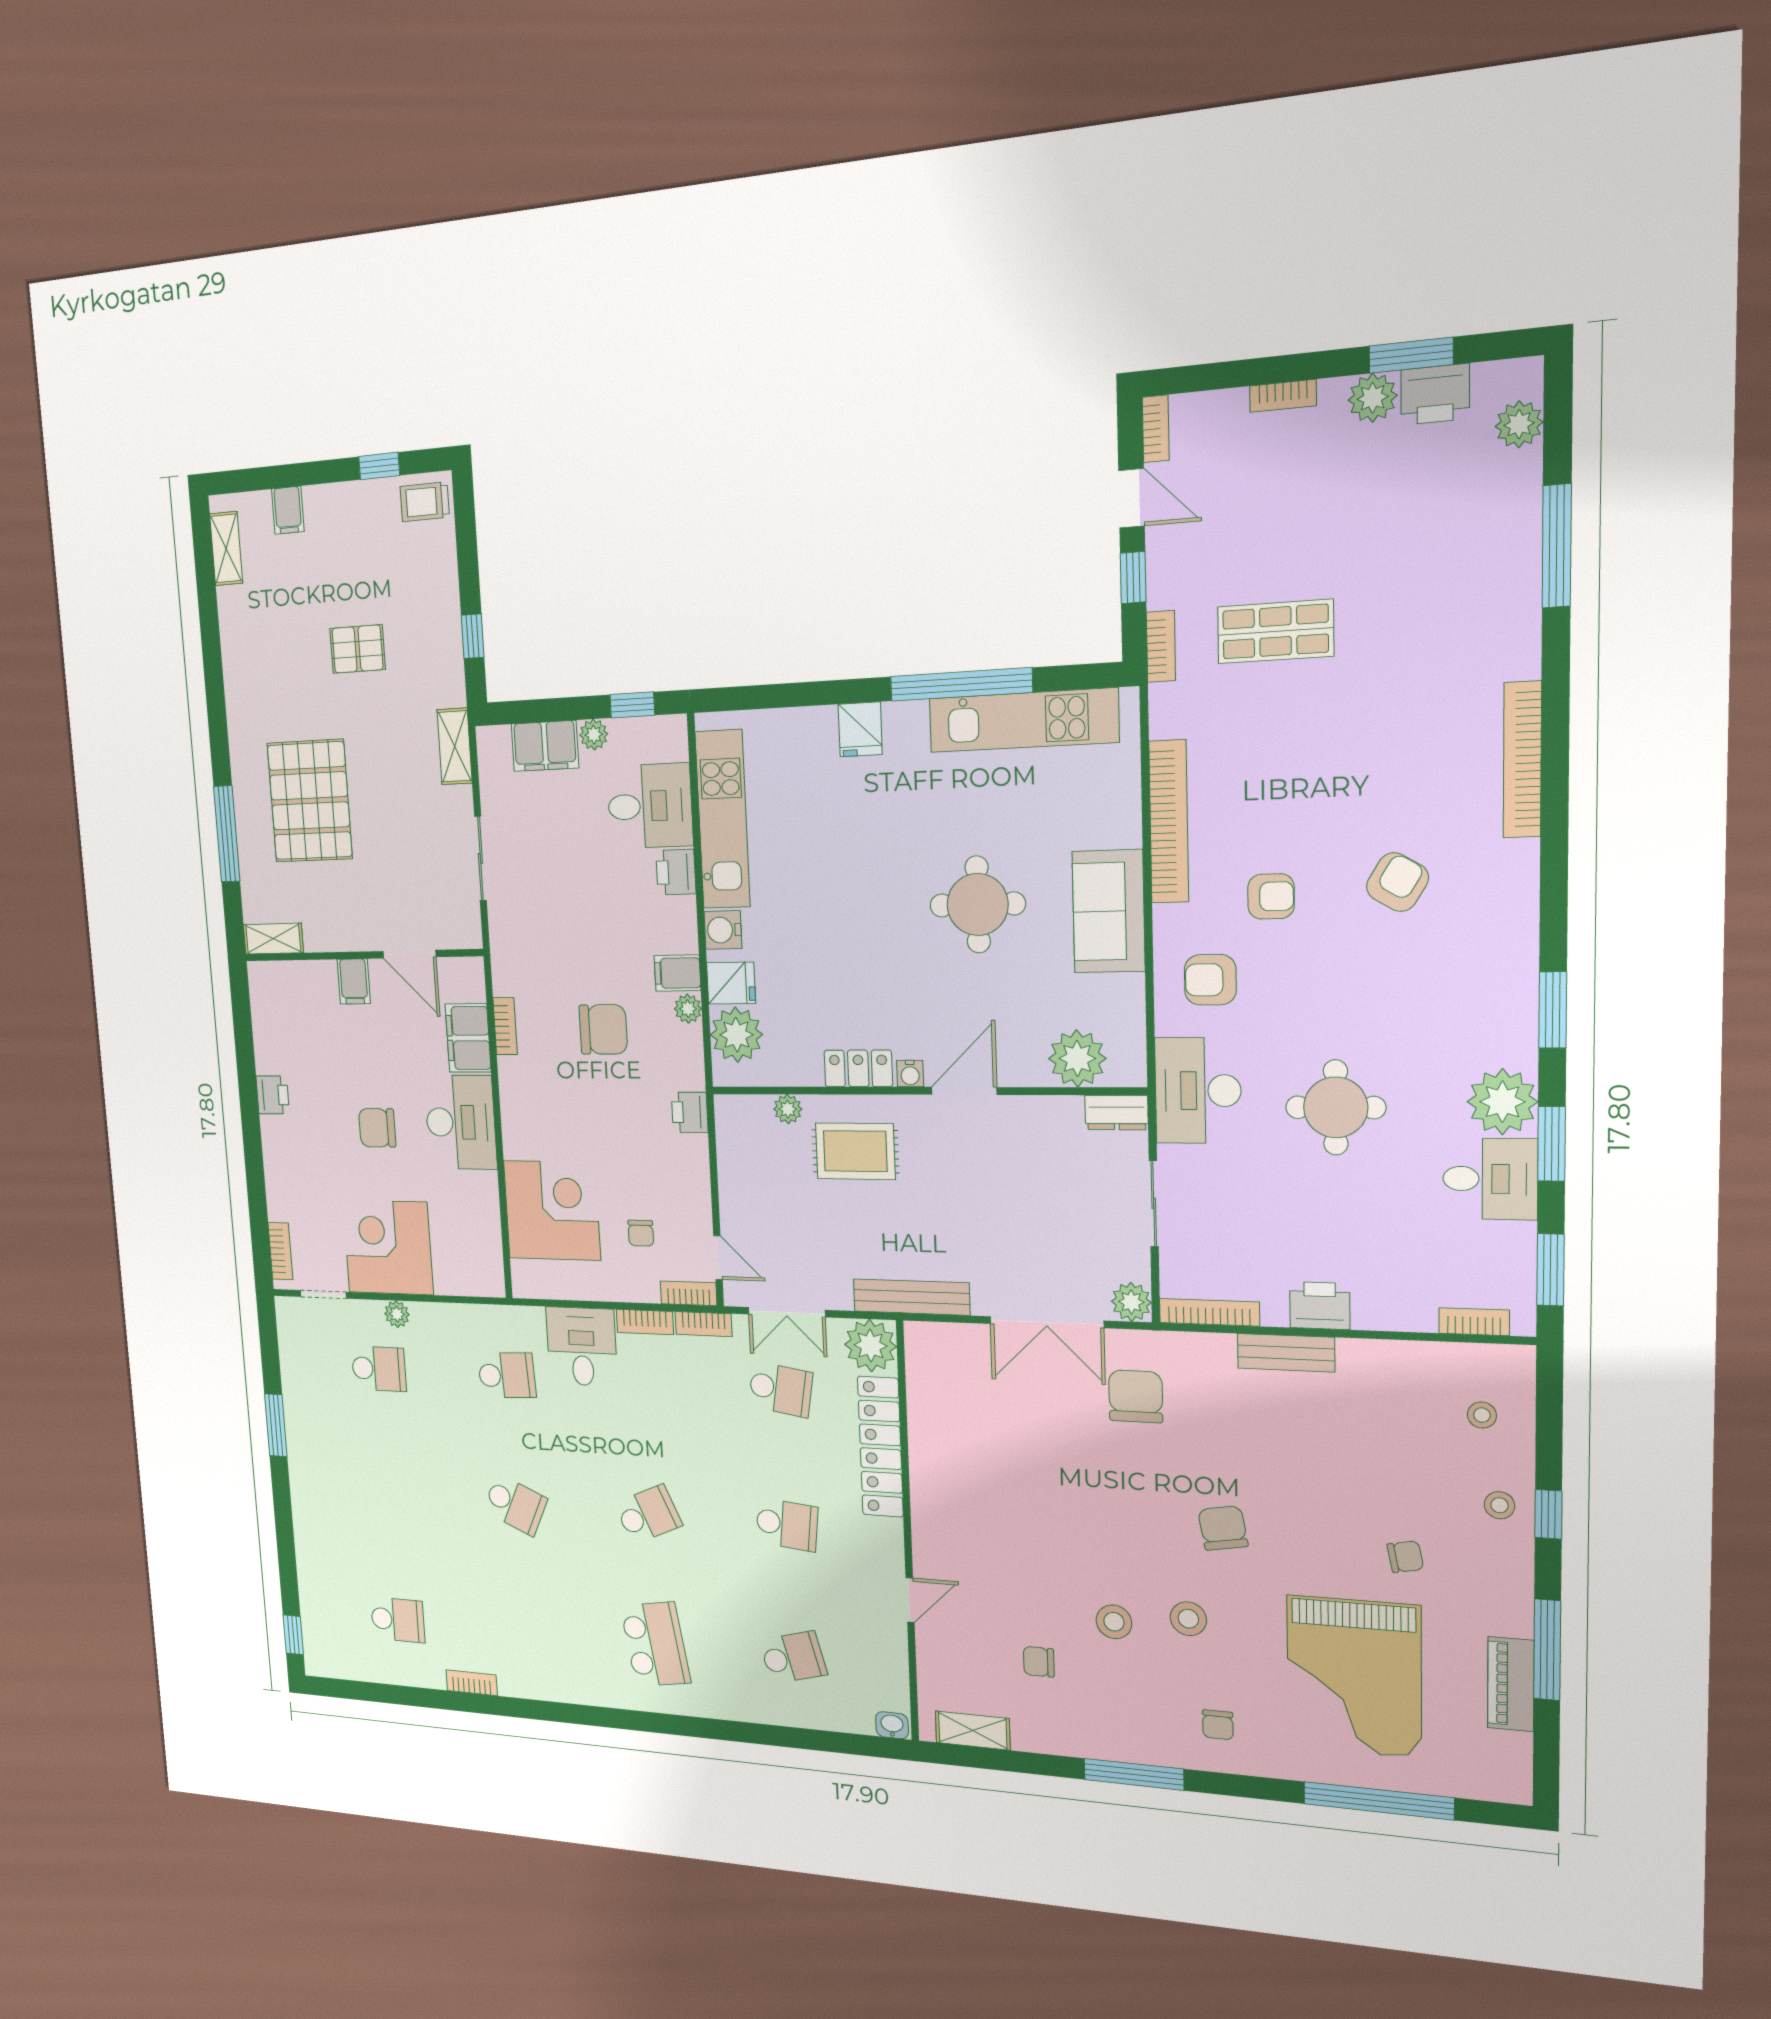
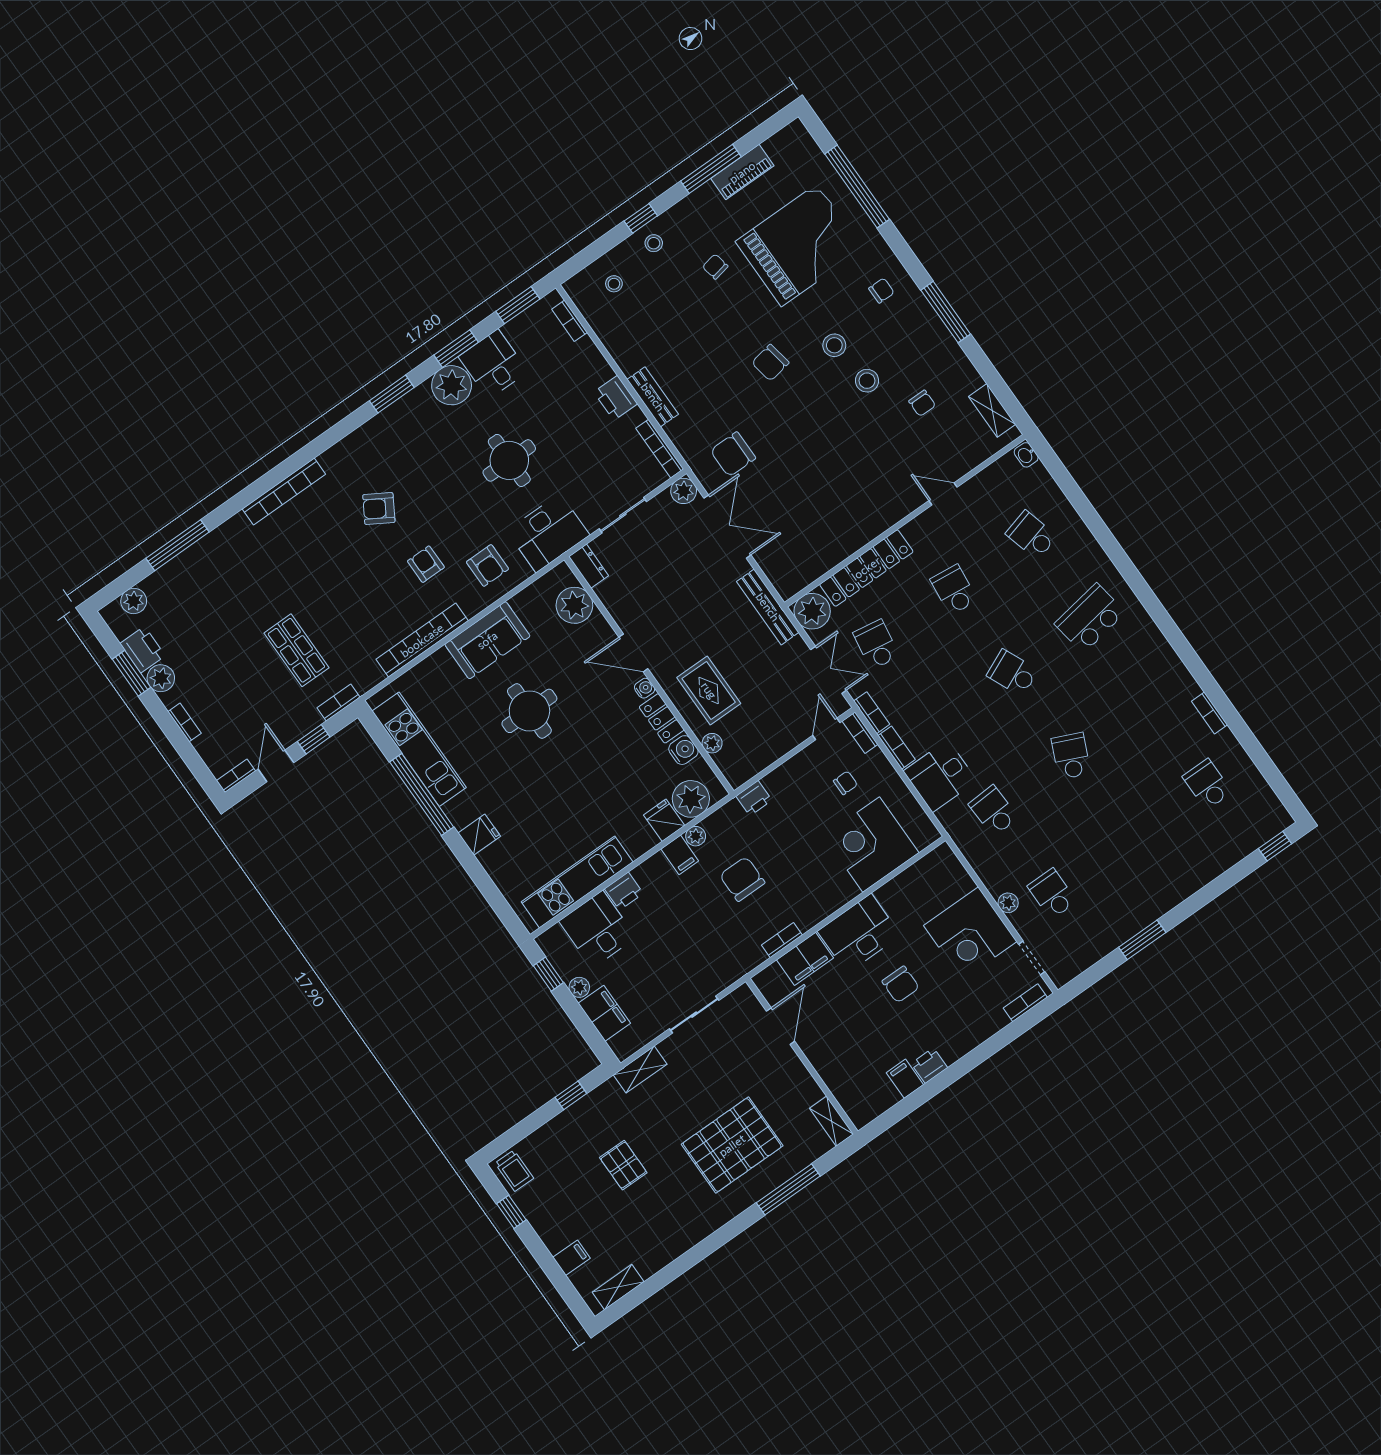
water cooler: (723, 930) -> (683, 750), moved, turned -90
filing cabinet: (354, 981) -> (905, 1079), moved, turned -90

